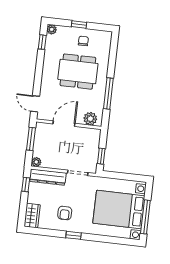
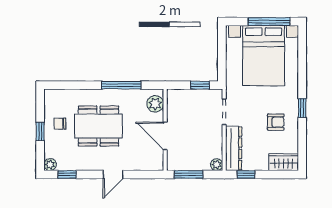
dining table: (78, 72) -> (99, 126), turned 90
door: (35, 104) -> (113, 174), moved

